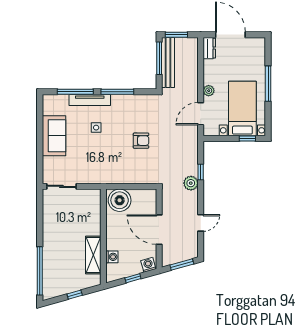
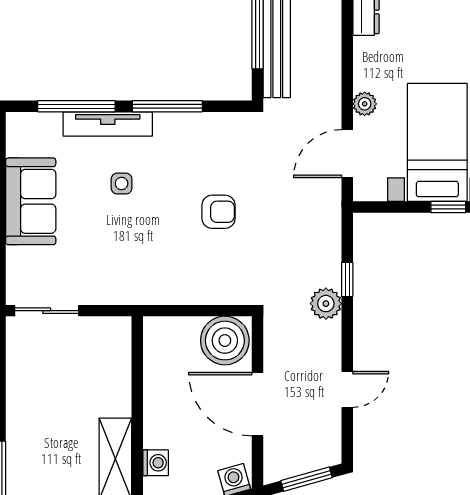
boiler: (120, 200) -> (225, 341), moved

